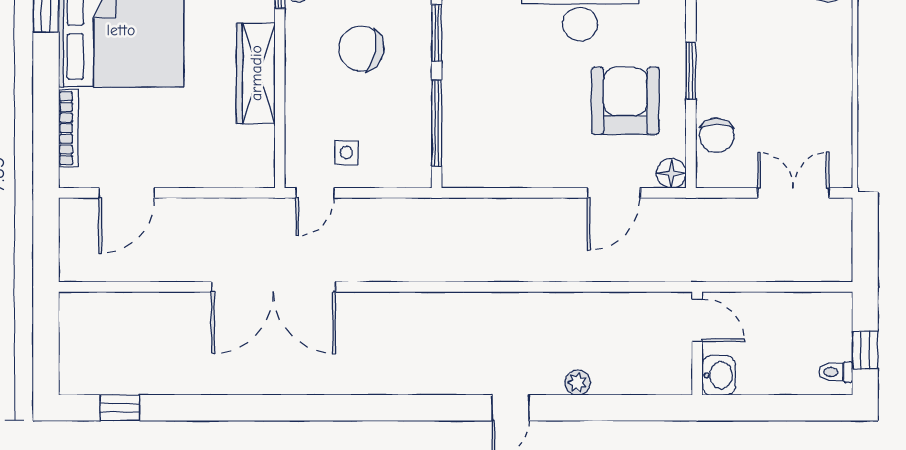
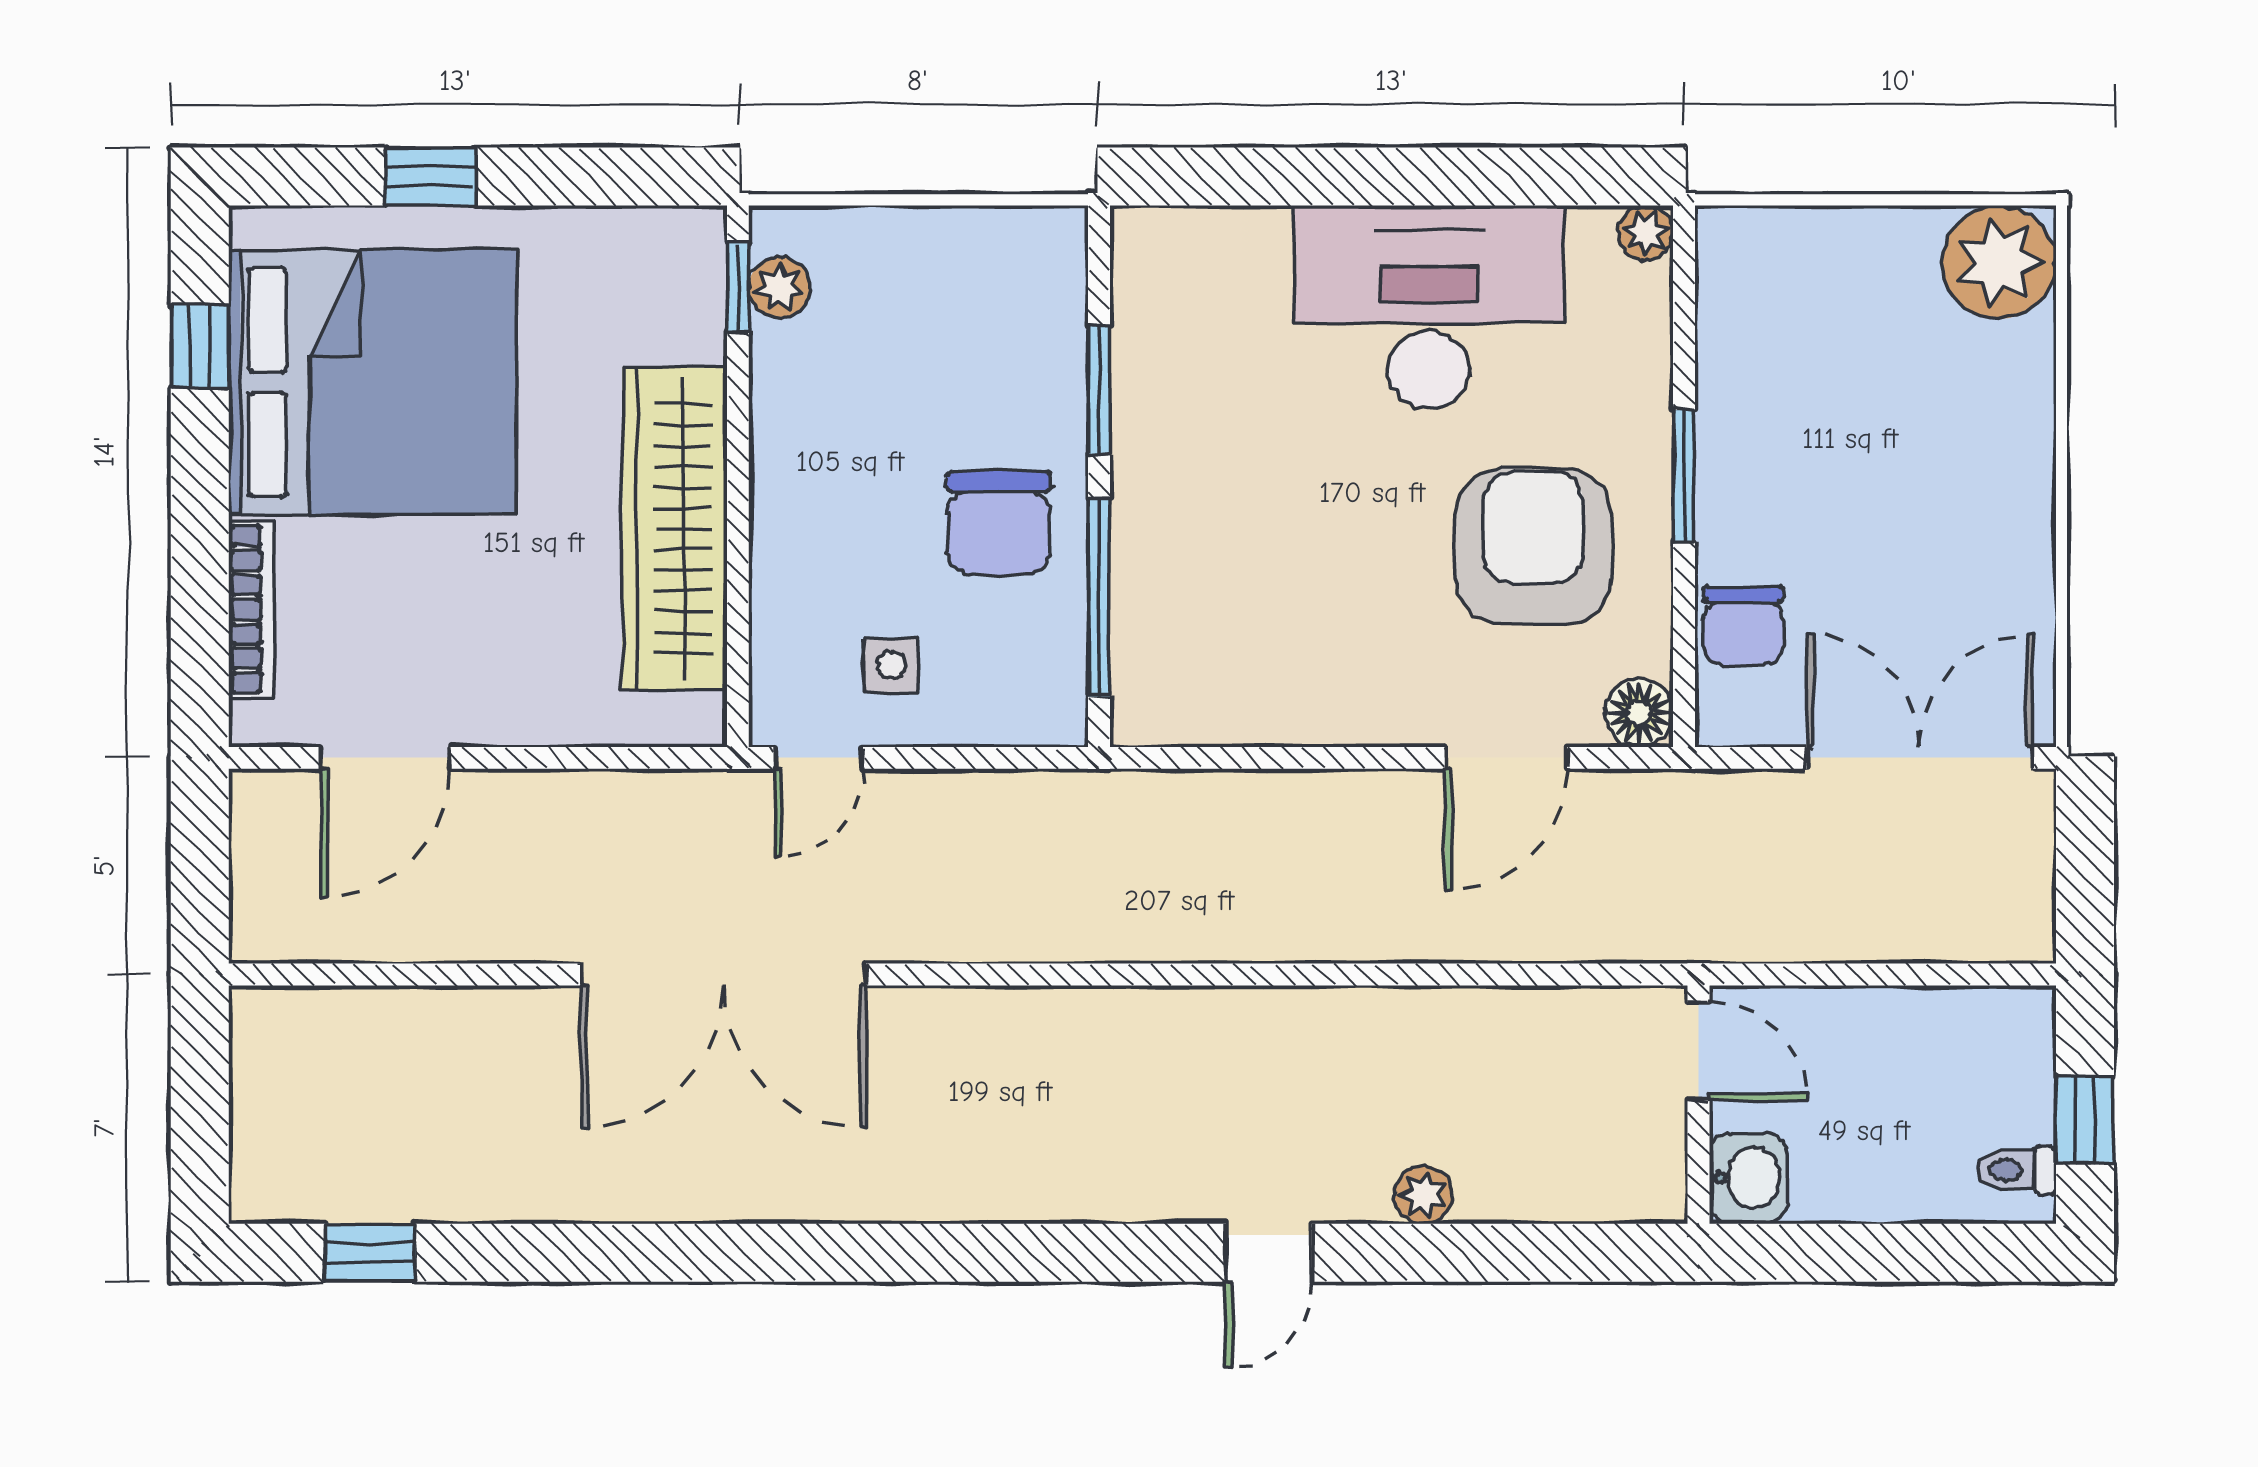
chair: (361, 49) -> (999, 523), moved, turned -100
wardrobe: (256, 73) -> (675, 529), width x1.40, depth x1.17
double door: (793, 193) -> (1920, 758), width x1.37

